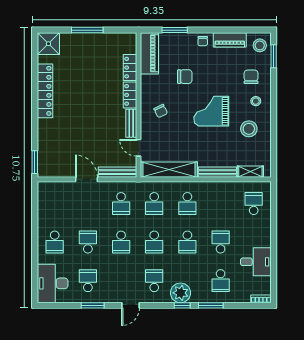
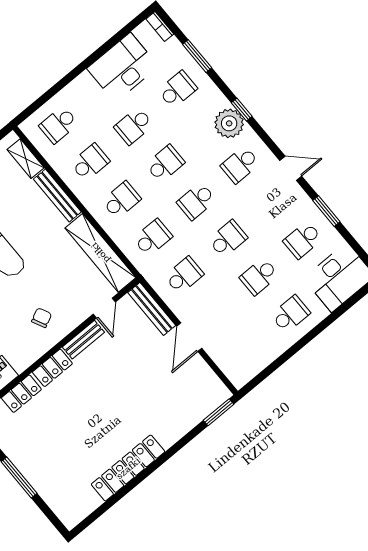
shower: (48, 44) -> (71, 509), removed
school desk: (221, 204) -> (90, 162), added
school desk: (154, 242) -> (196, 201), turned 180
desk: (256, 262) -> (123, 67), width x1.37
window: (211, 305) -> (197, 56), moved

